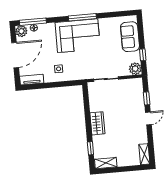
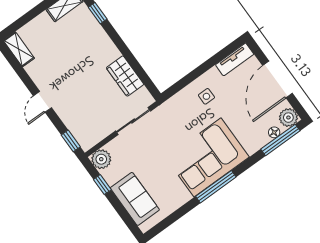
window: (147, 98) -> (71, 141), moved
wardrobe: (97, 123) -> (125, 76), moved

